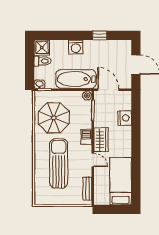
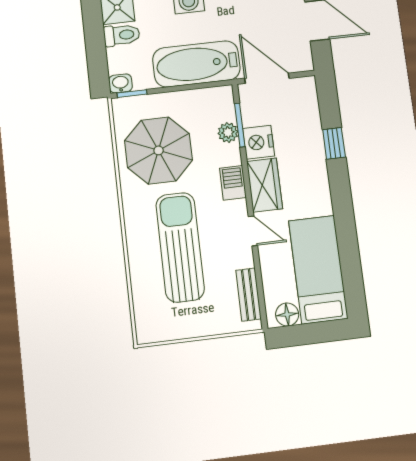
plant: (87, 96) -> (228, 132), moved
nightstand: (125, 118) -> (259, 142), moved, turned 180
window: (136, 124) -> (334, 143), added
floor lamp: (104, 200) -> (287, 315), added

